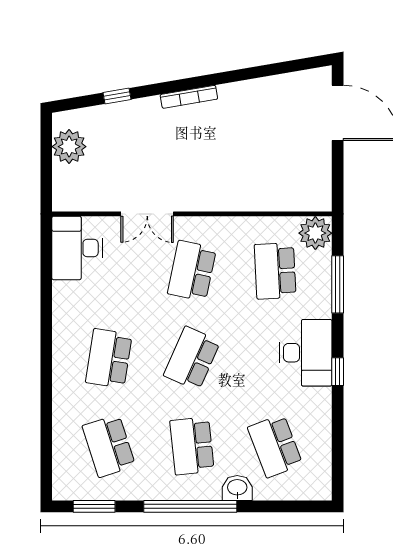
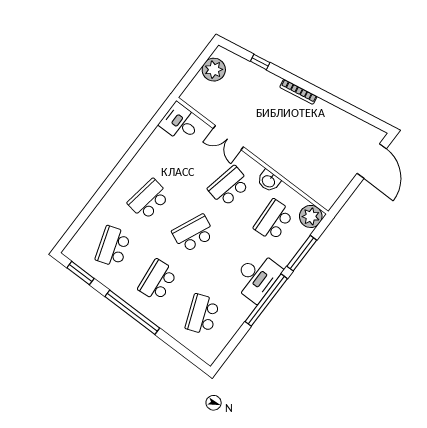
desk: (77, 248) -> (180, 123), width x0.73
window: (338, 372) -> (266, 300), width x3.17
washbasin: (237, 488) -> (269, 181), moved, turned 180

